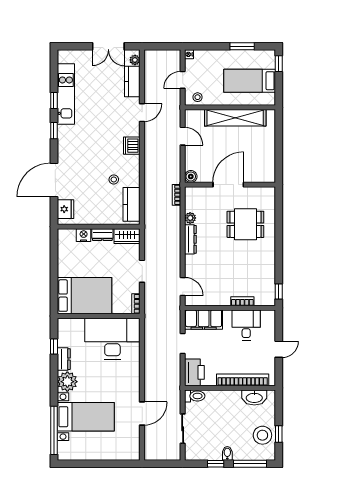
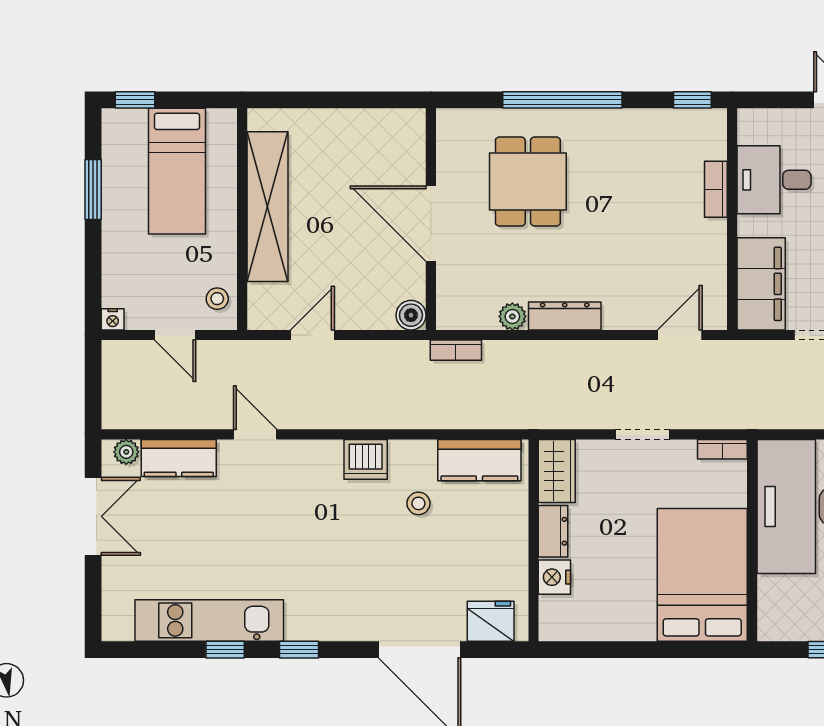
dishwasher: (132, 146) -> (366, 459), moved
window: (279, 238) -> (562, 100), added

